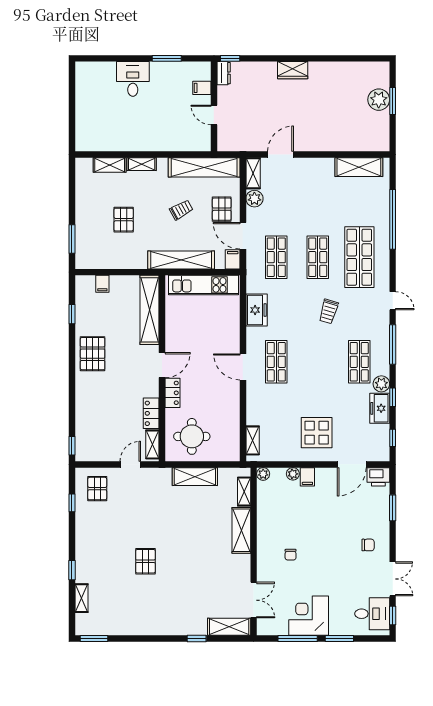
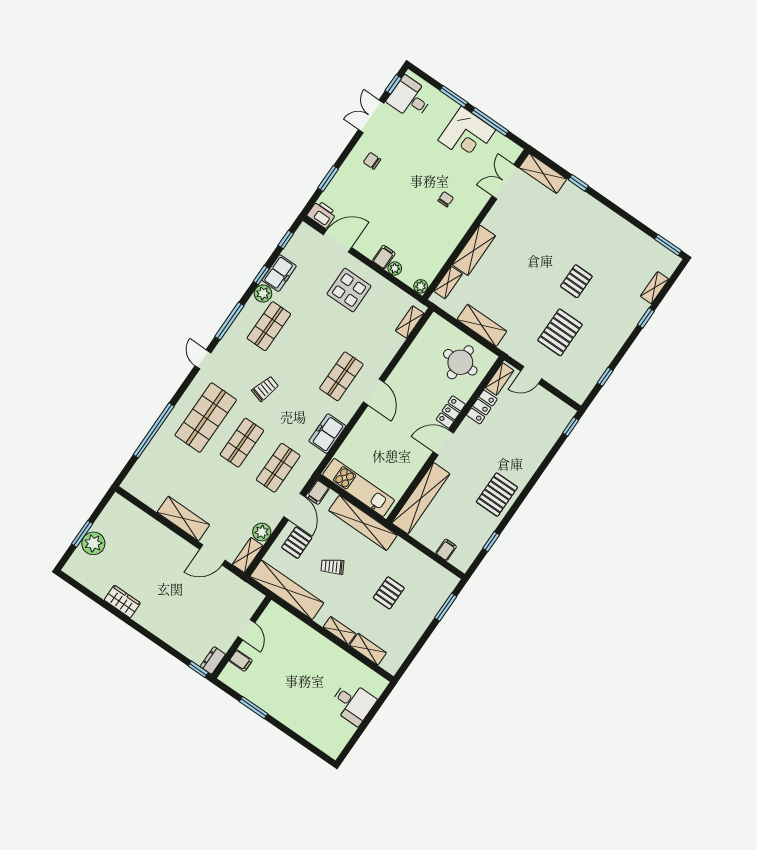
wardrobe: (293, 70) -> (122, 601), moved
desk: (133, 79) -> (353, 703), moved, turned -90
shelving: (359, 167) -> (183, 519), moved
pallet: (97, 489) -> (560, 332), moved, width x1.50, depth x1.42

